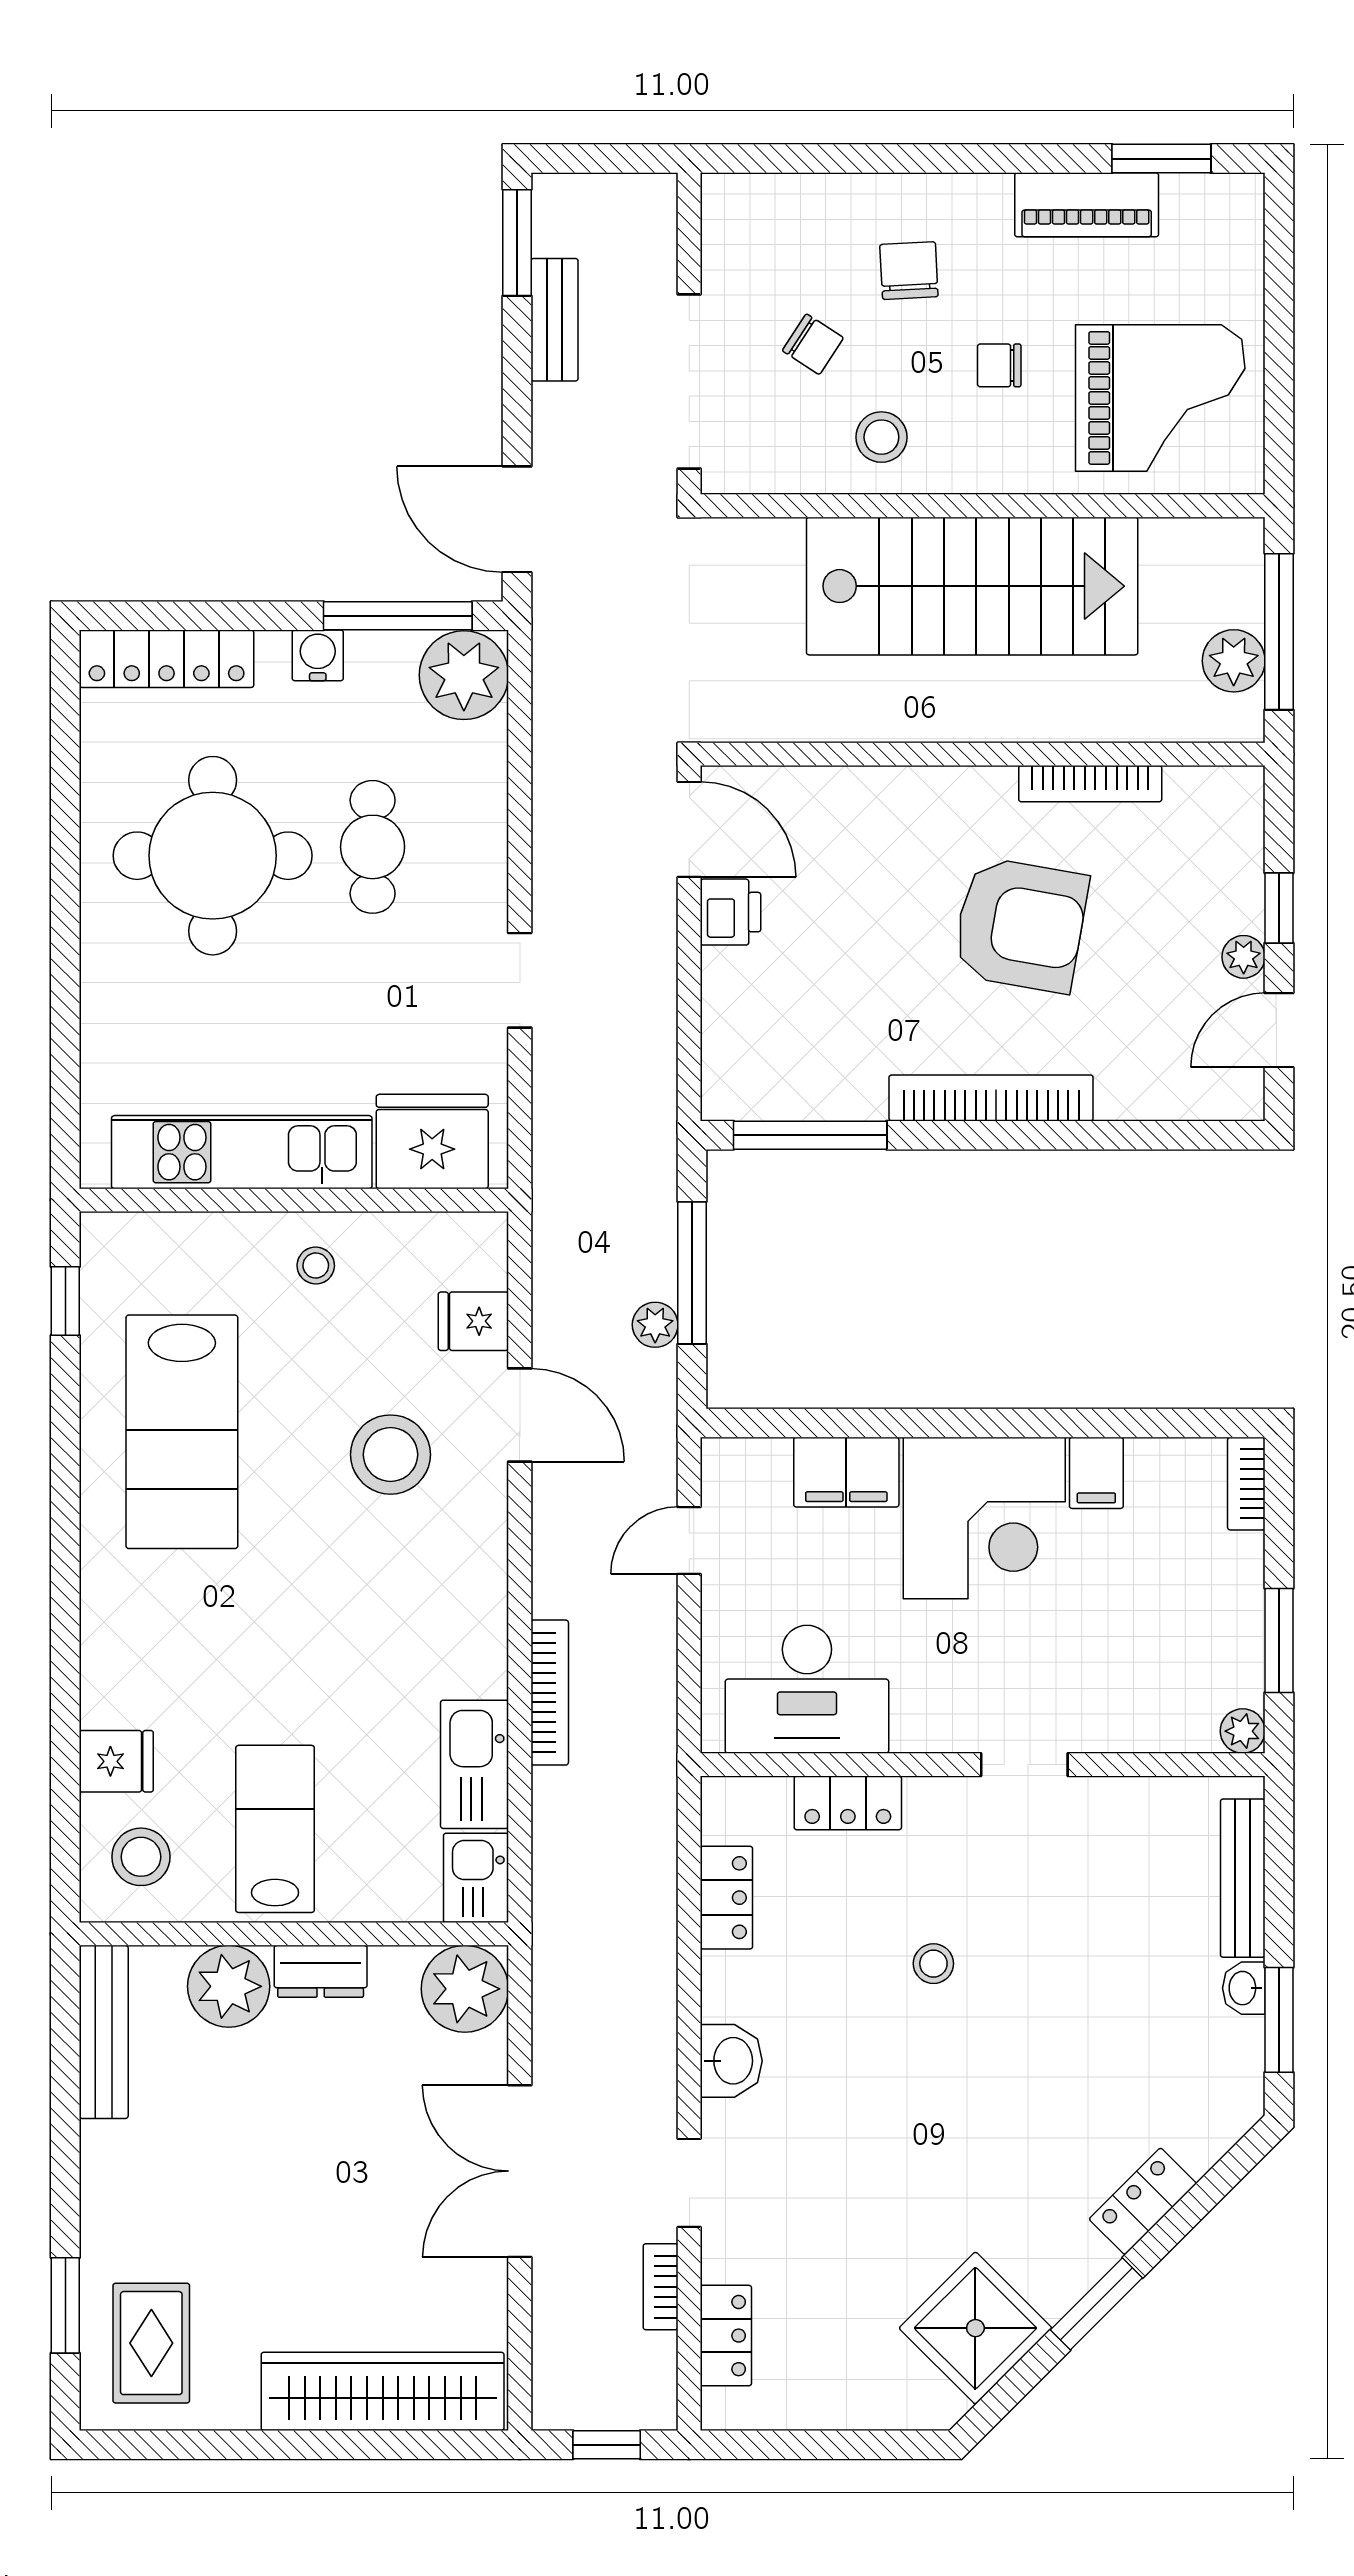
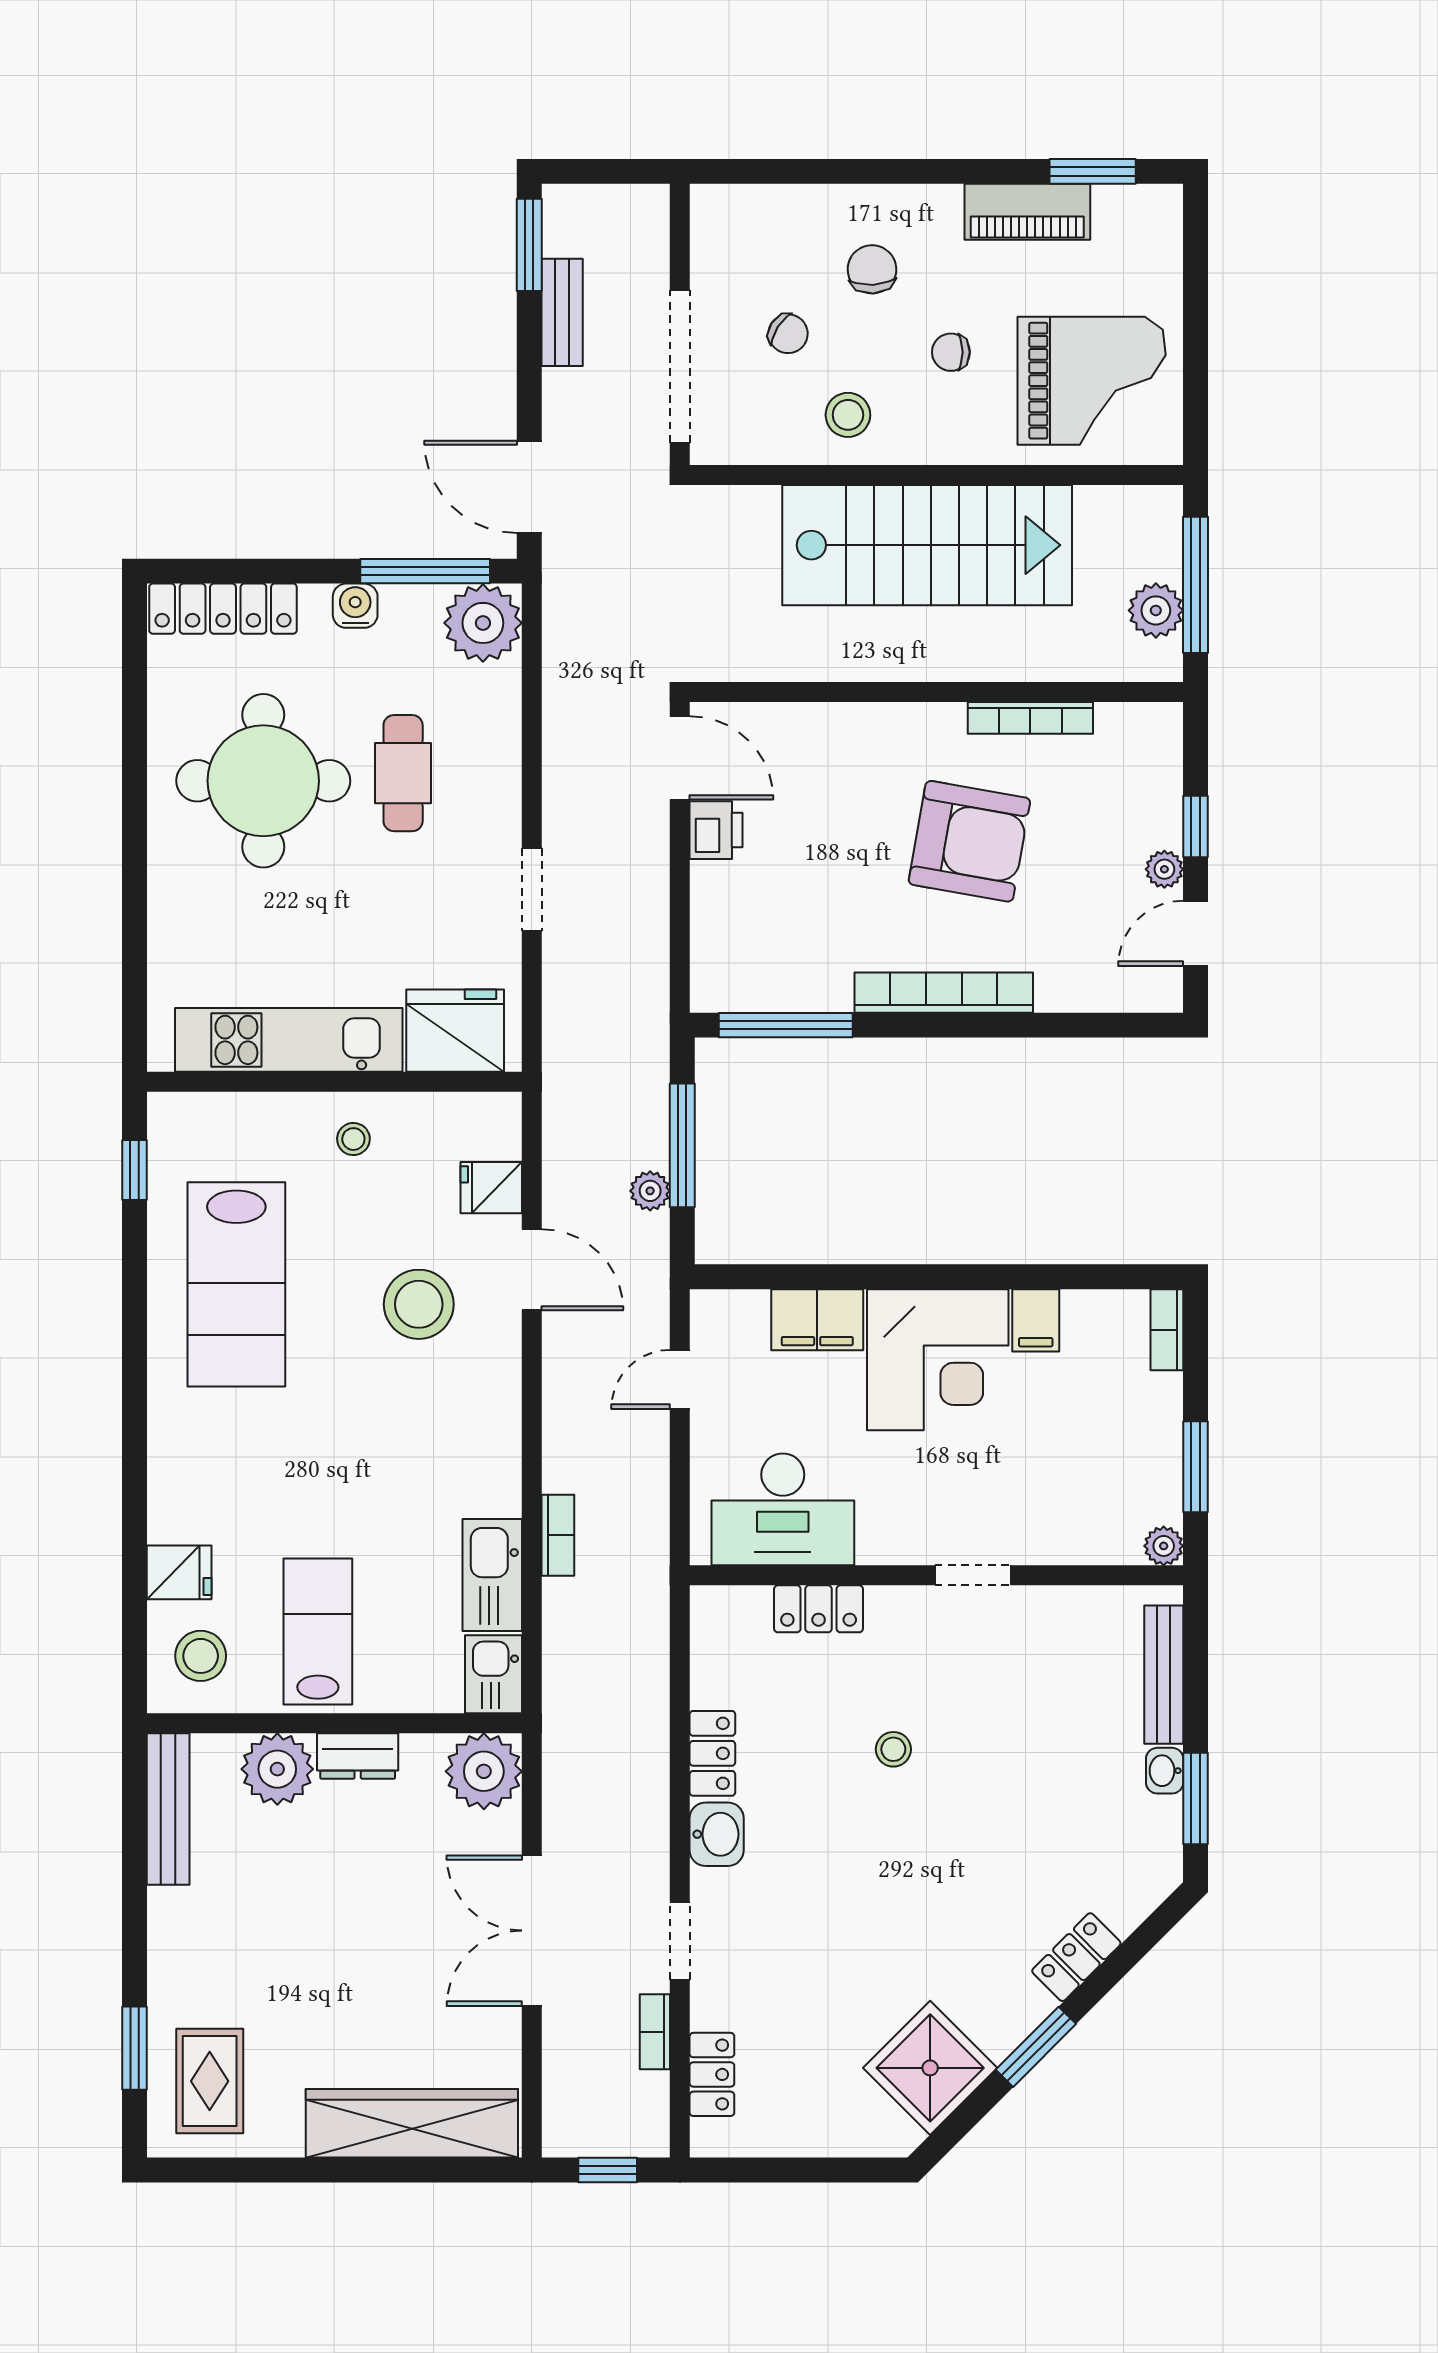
bookcase: (550, 1693) -> (558, 1535), width x0.64
locker: (726, 1898) -> (712, 1753), moved

